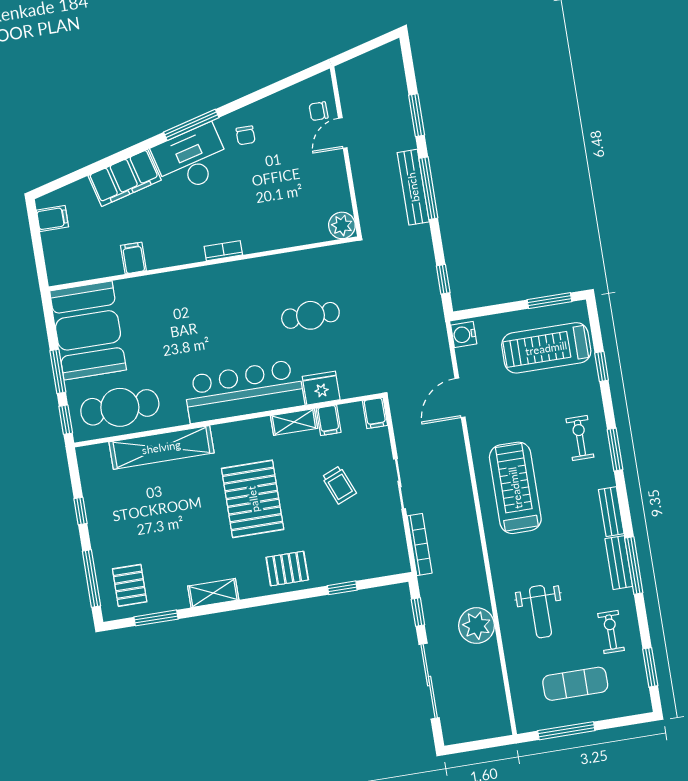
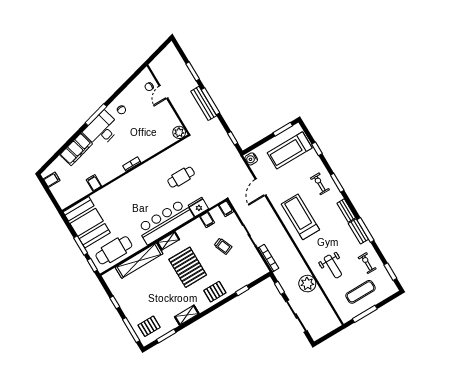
shelving: (294, 422) -> (168, 241), moved
pallet: (130, 585) -> (149, 326), turned 90

